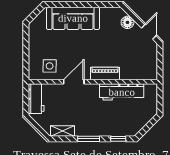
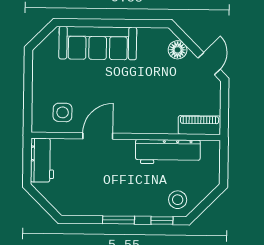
piano: (105, 73) -> (199, 125), moved
stool: (129, 125) -> (178, 200), added
shelving: (63, 131) -> (80, 208), removed

